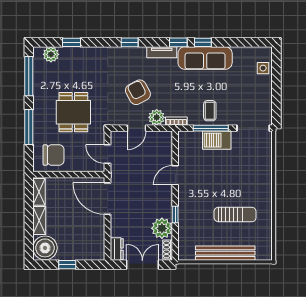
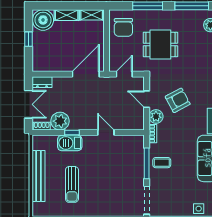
barbecue: (217, 140) -> (70, 143), moved, turned -90

